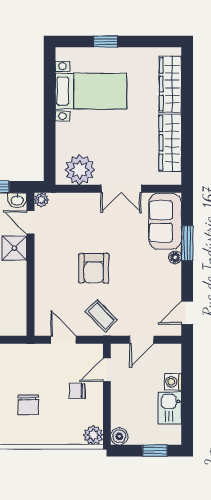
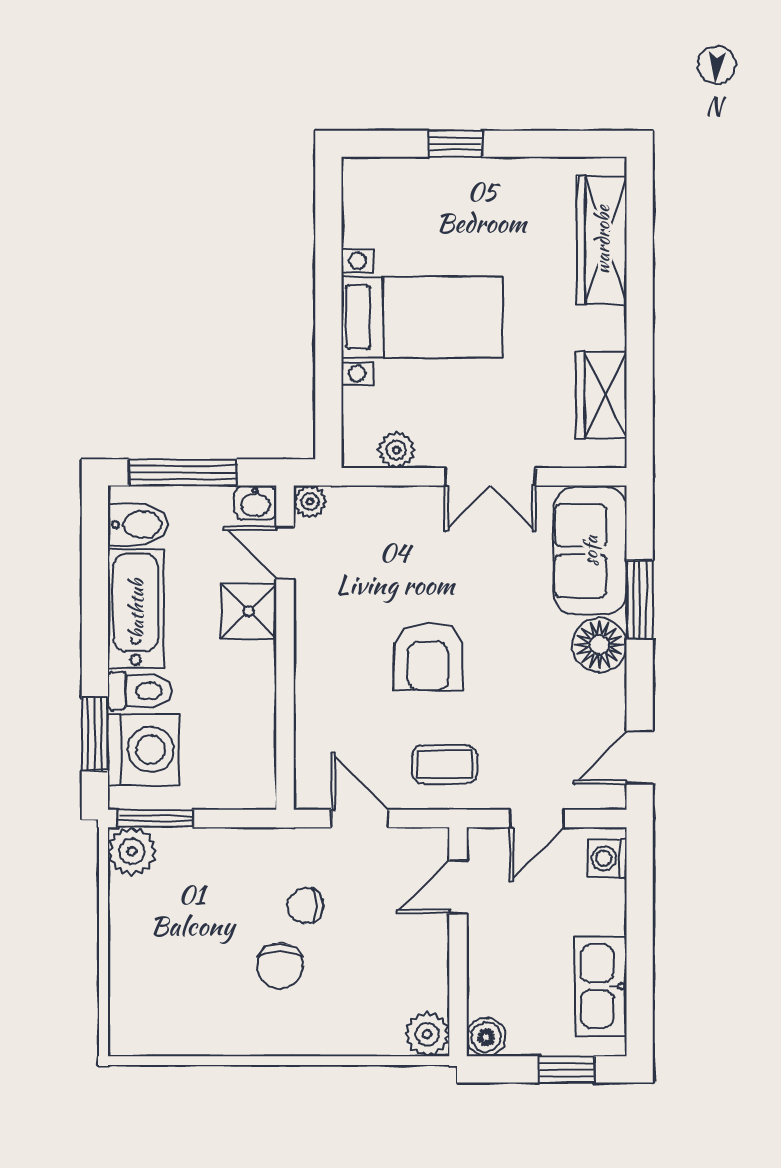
bed with nightstands: (91, 91) -> (422, 317), moved
wardrobe: (170, 143) -> (601, 395), width x0.67
plant: (80, 170) -> (396, 450), width x0.53, depth x0.53
floor lamp: (175, 257) -> (600, 645), width x1.89, depth x1.89
coffee table: (101, 316) -> (445, 764), turned -45
washing machine: (173, 382) -> (608, 858), moved
chair: (77, 391) -> (305, 905), moved
kitchen sink: (170, 408) -> (601, 986), width x1.38

